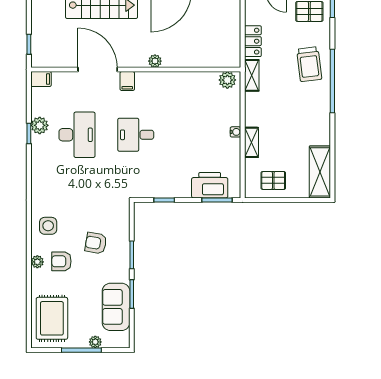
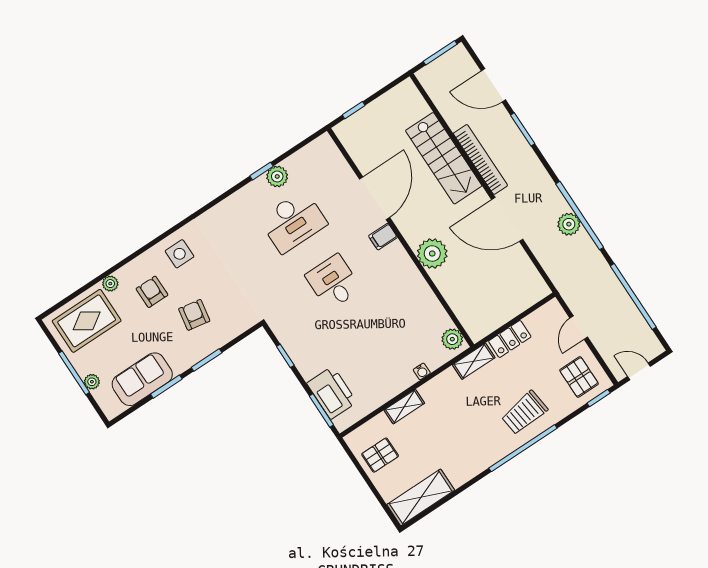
plant: (155, 61) -> (432, 254), width x1.88, depth x1.88
filing cabinet: (41, 79) -> (326, 146), removed
water cooler: (235, 132) -> (422, 371), moved
pallet: (273, 180) -> (380, 455), turned 90
plant: (37, 262) -> (110, 284), moved

